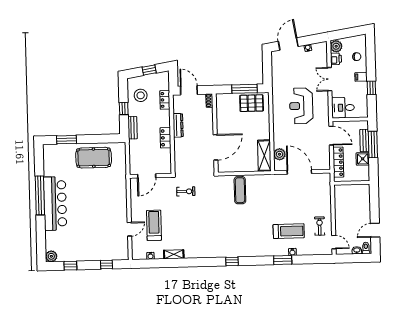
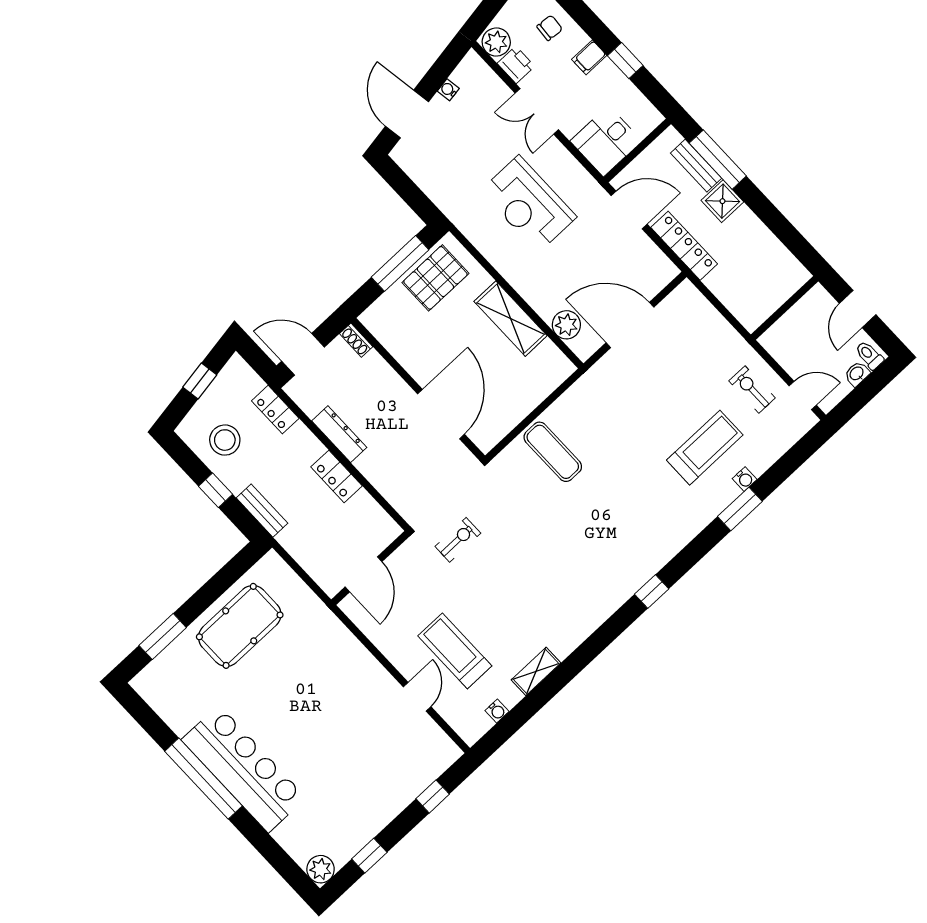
shelving: (264, 156) -> (511, 319), moved
wall: (352, 183) -> (784, 308), moved

